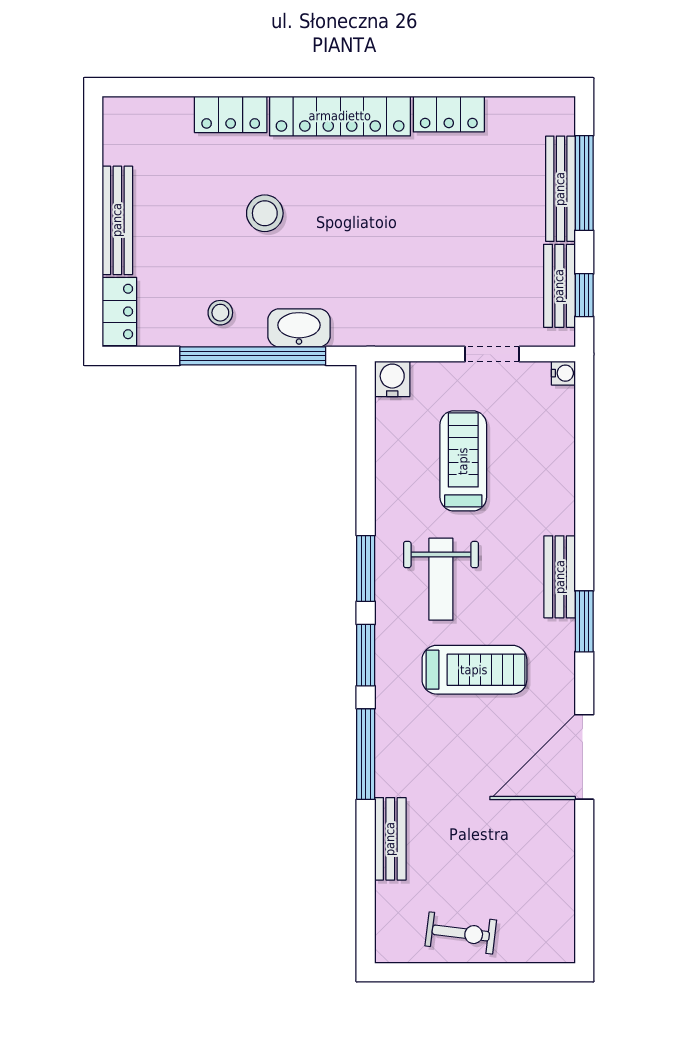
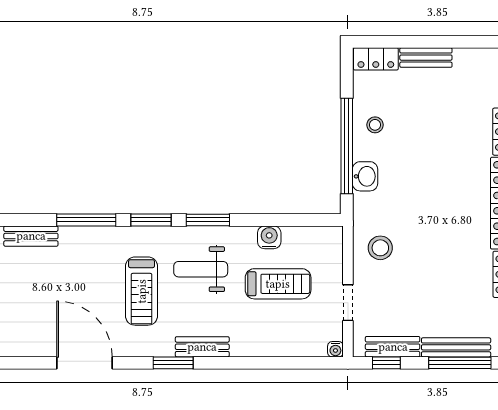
stool: (265, 213) -> (380, 248), moved
bench: (117, 220) -> (426, 58), width x0.73
washbasin: (299, 328) -> (365, 176), width x0.72
water cooler: (392, 379) -> (269, 237), moved, turned -90

